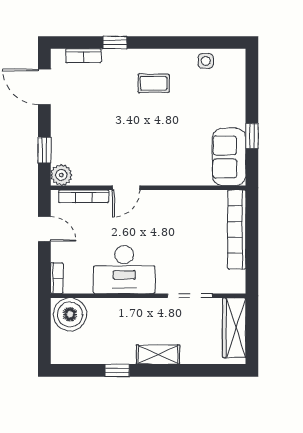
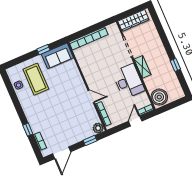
coffee table: (154, 83) -> (36, 79), moved, width x1.86, depth x1.72
door: (44, 229) -> (135, 121), moved
shelving: (158, 355) -> (143, 67), moved

